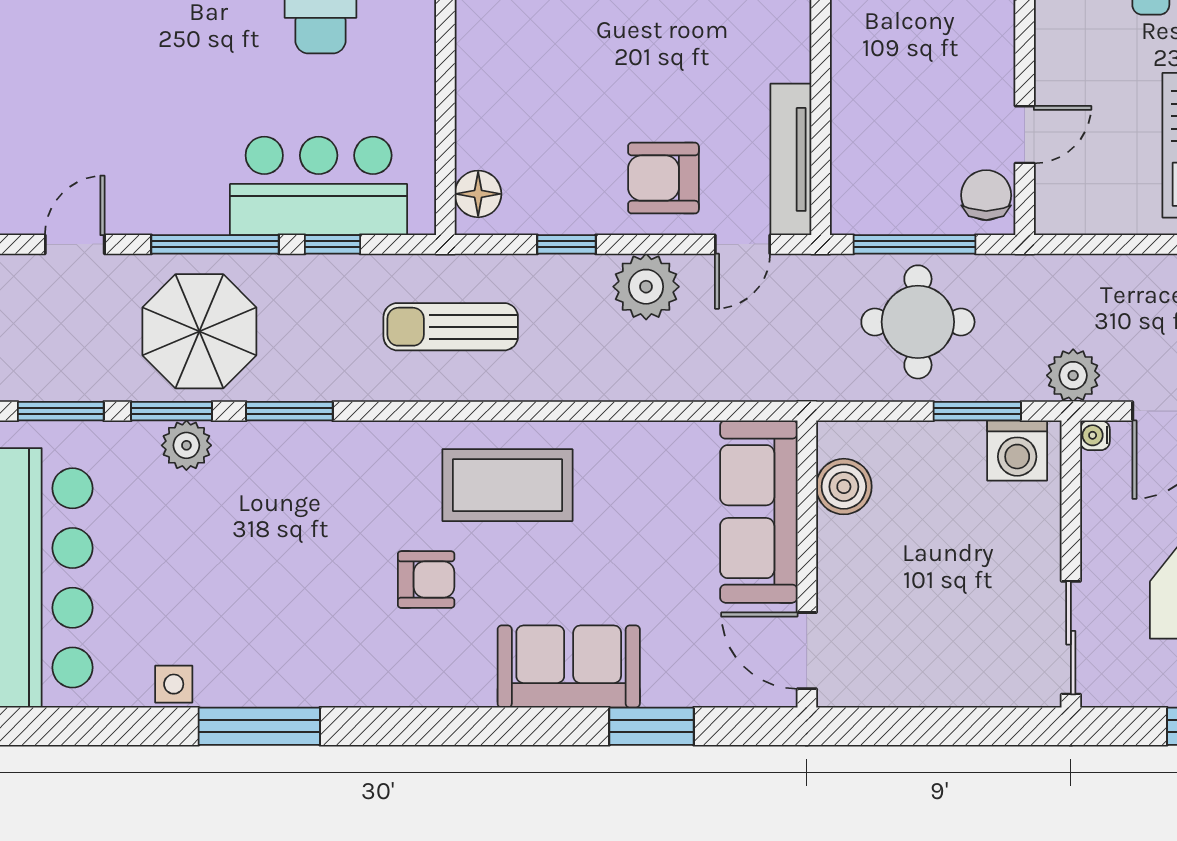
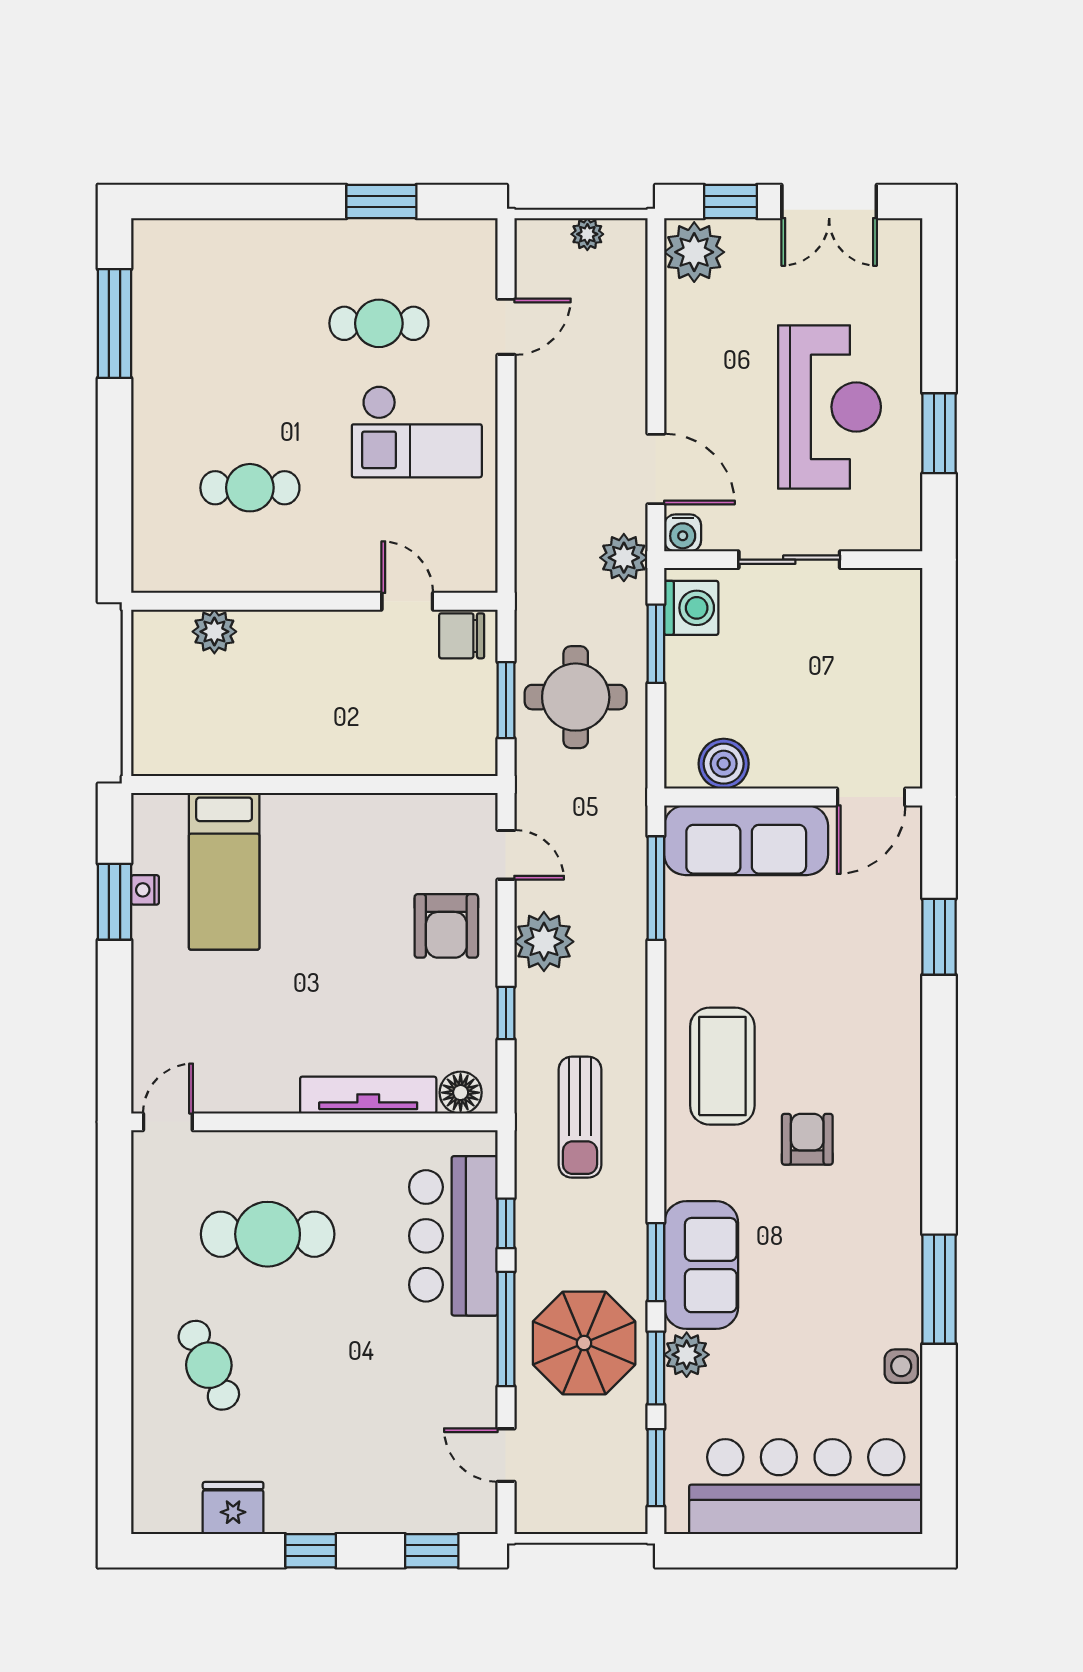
tv unit: (791, 159) -> (368, 1095), moved, turned 180
window: (915, 244) -> (506, 700), width x0.69
window: (705, 411) -> (656, 888), added
water cooler: (1095, 435) -> (683, 533), width x1.38, depth x1.38
sliding door: (1071, 638) -> (789, 560), moved
sofa: (569, 667) -> (701, 1265), moved, turned 180

